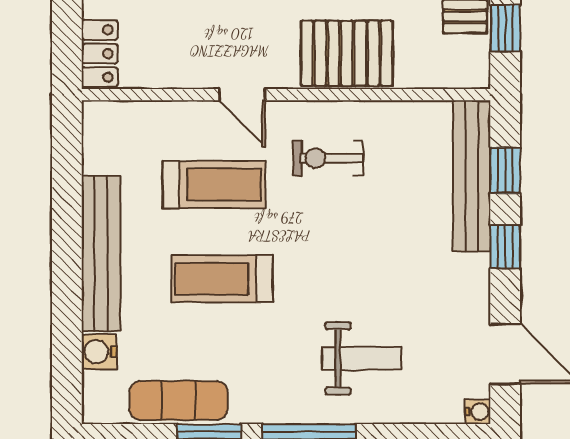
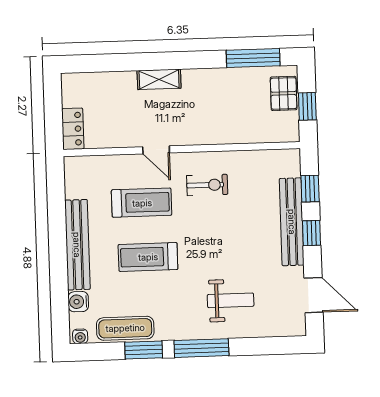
pallet: (347, 53) -> (216, 124), removed
exercise bike: (328, 158) -> (207, 185), turned 180
bench: (472, 176) -> (292, 222), moved
water cooler: (478, 412) -> (80, 336), moved, turned 90

